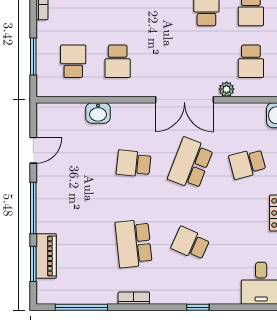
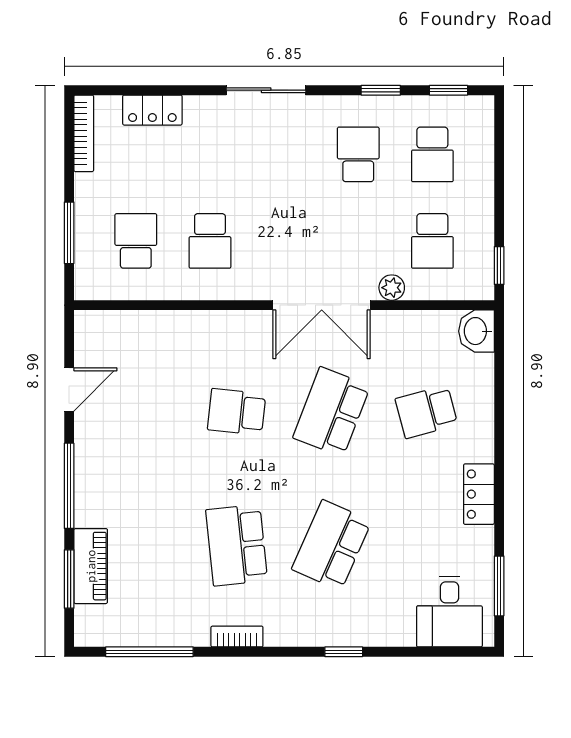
washbasin: (98, 113) -> (177, 327), removed
school desk: (190, 244) -> (332, 545), width x1.85

